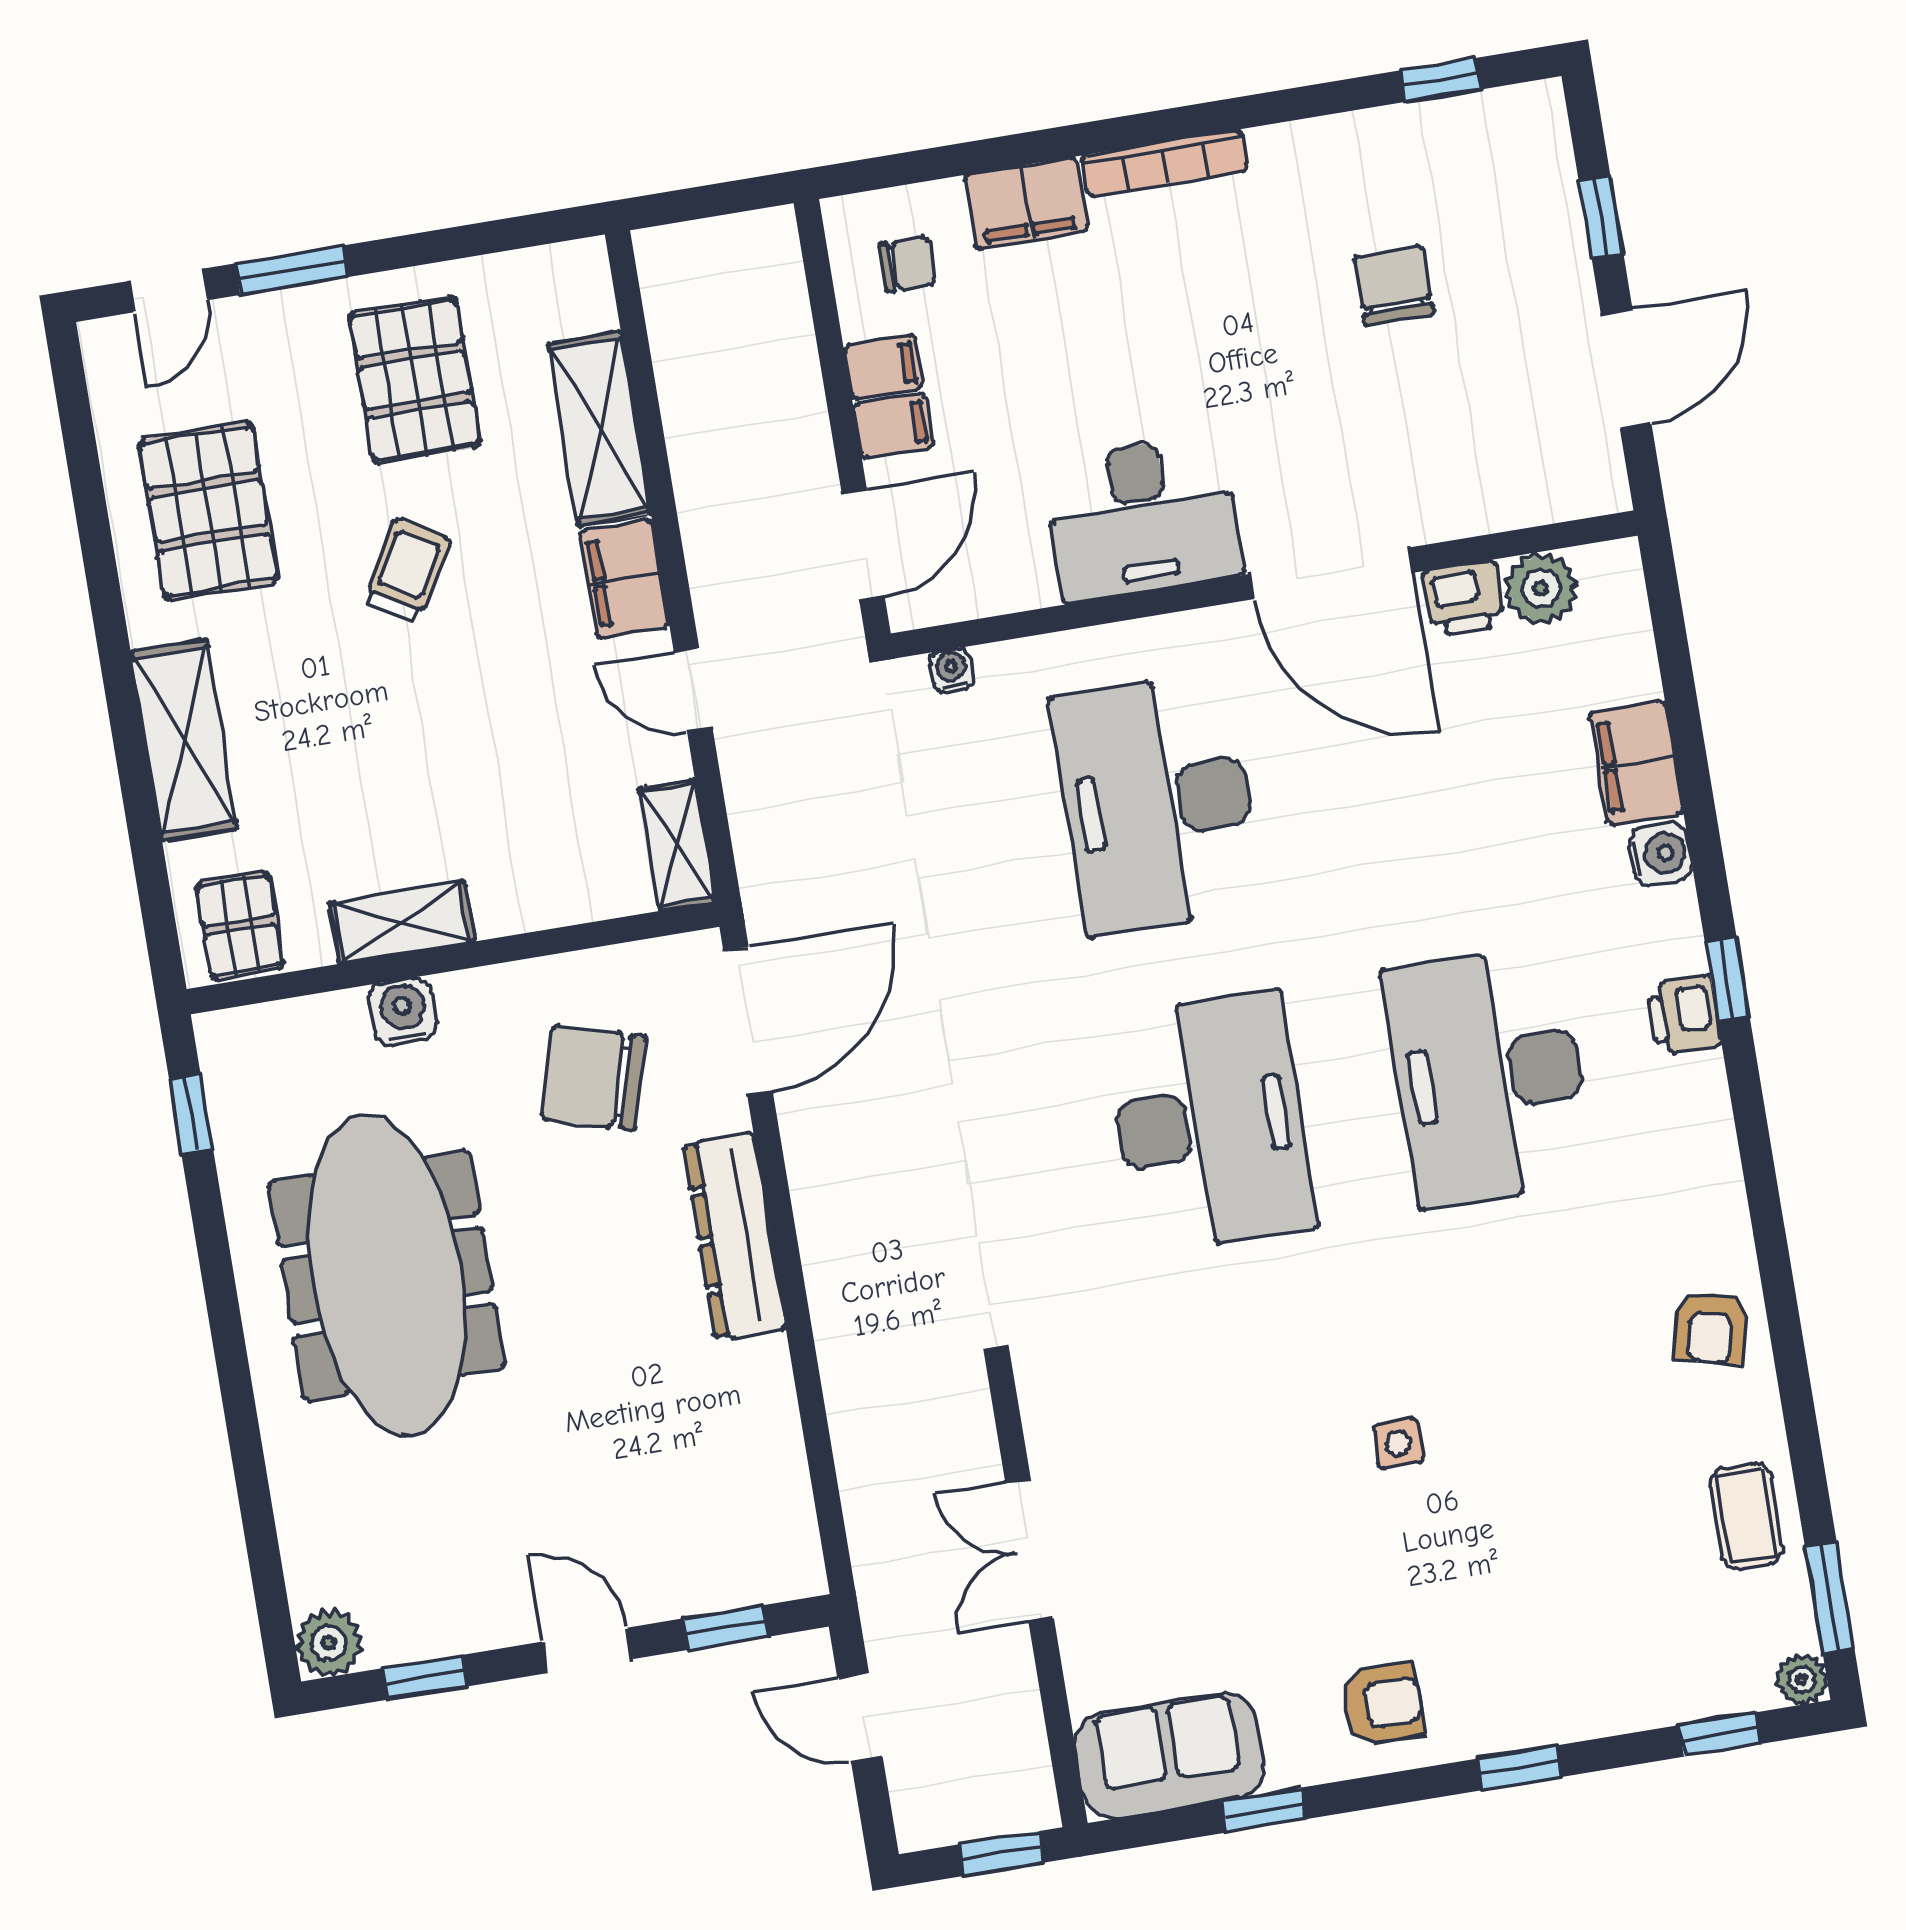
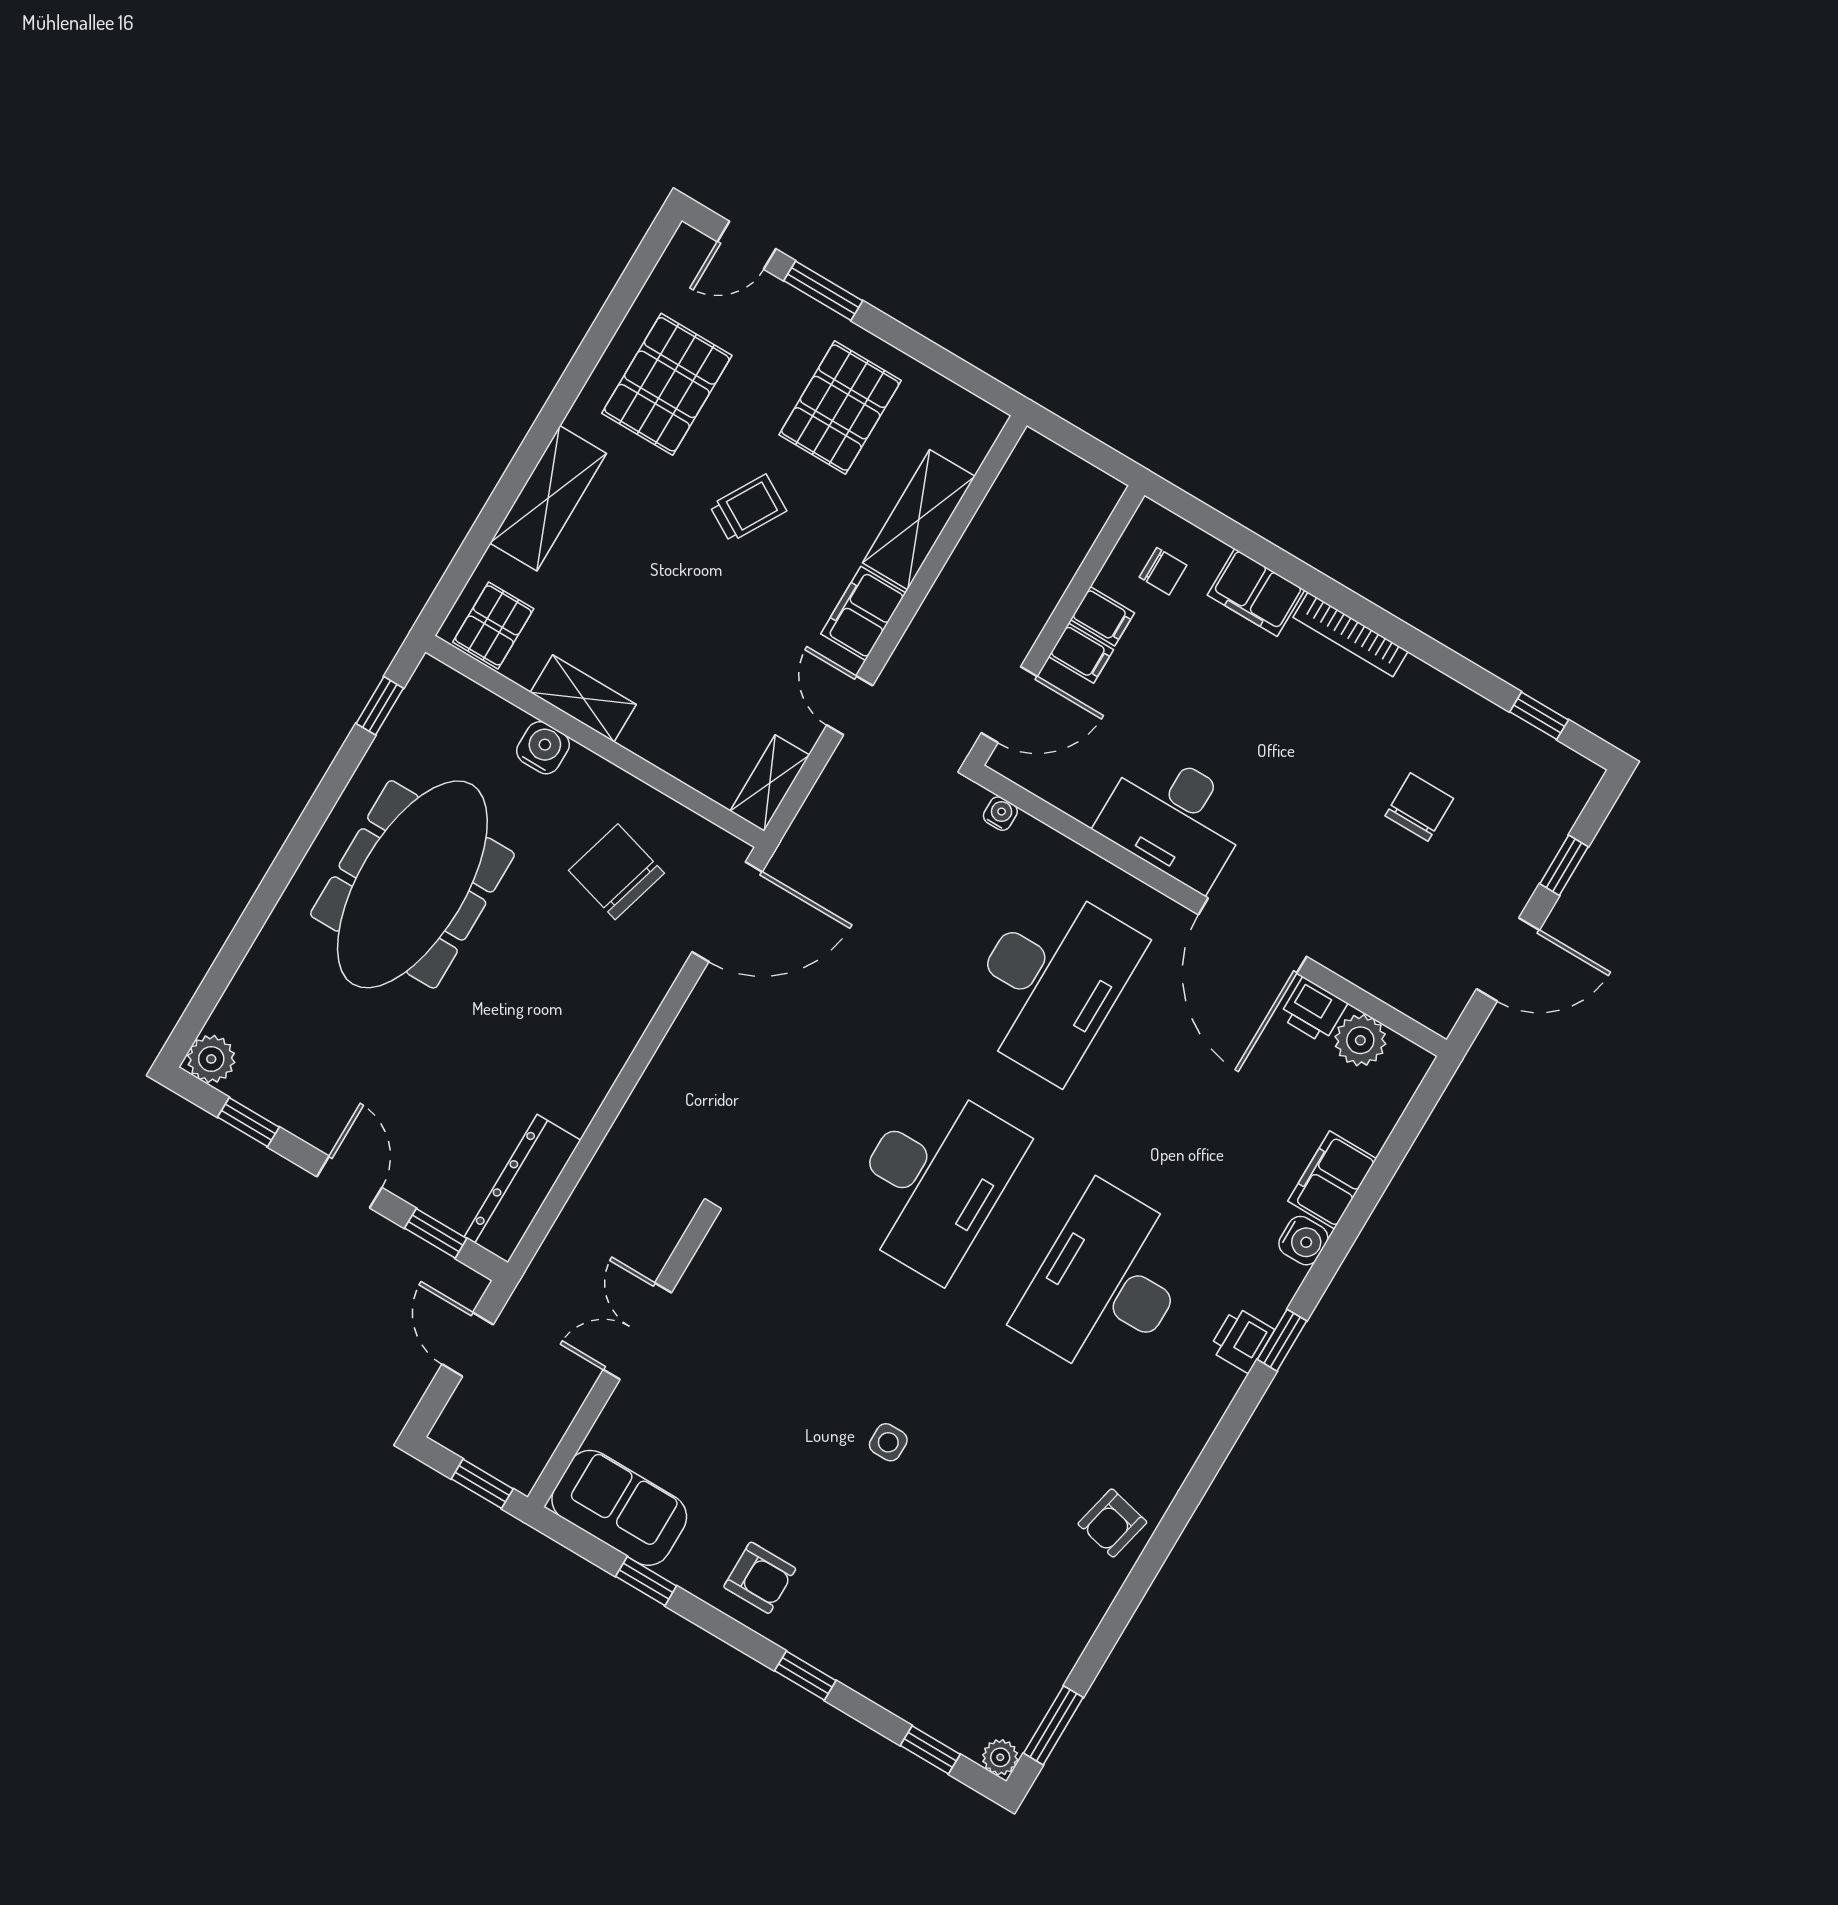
desk: (1157, 804) -> (1051, 981), turned 180
dresser: (735, 1236) -> (523, 1189), moved
coffee table: (1747, 1516) -> (1045, 1643), removed

